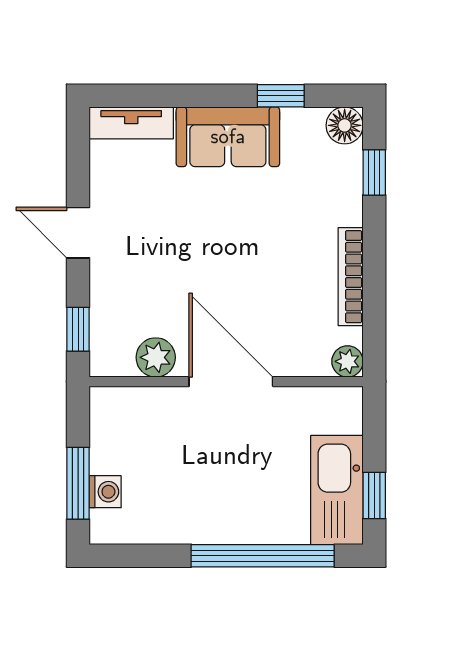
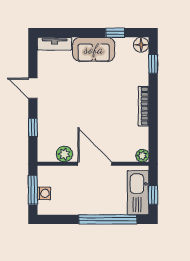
plant: (156, 357) -> (64, 154), moved
plant: (347, 361) -> (142, 156), moved
wall: (226, 382) -> (93, 164), moved
door: (231, 382) -> (95, 164), moved

